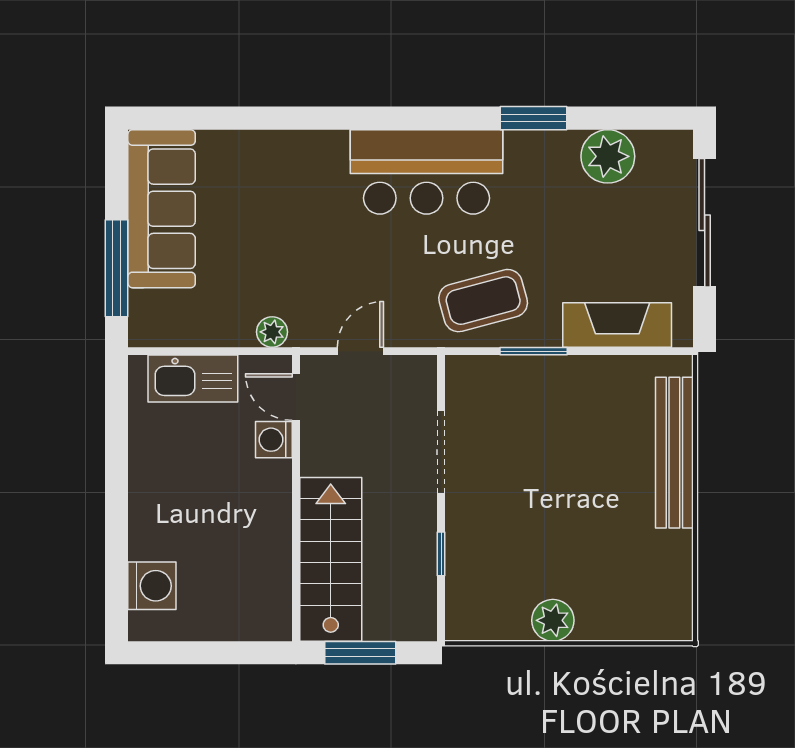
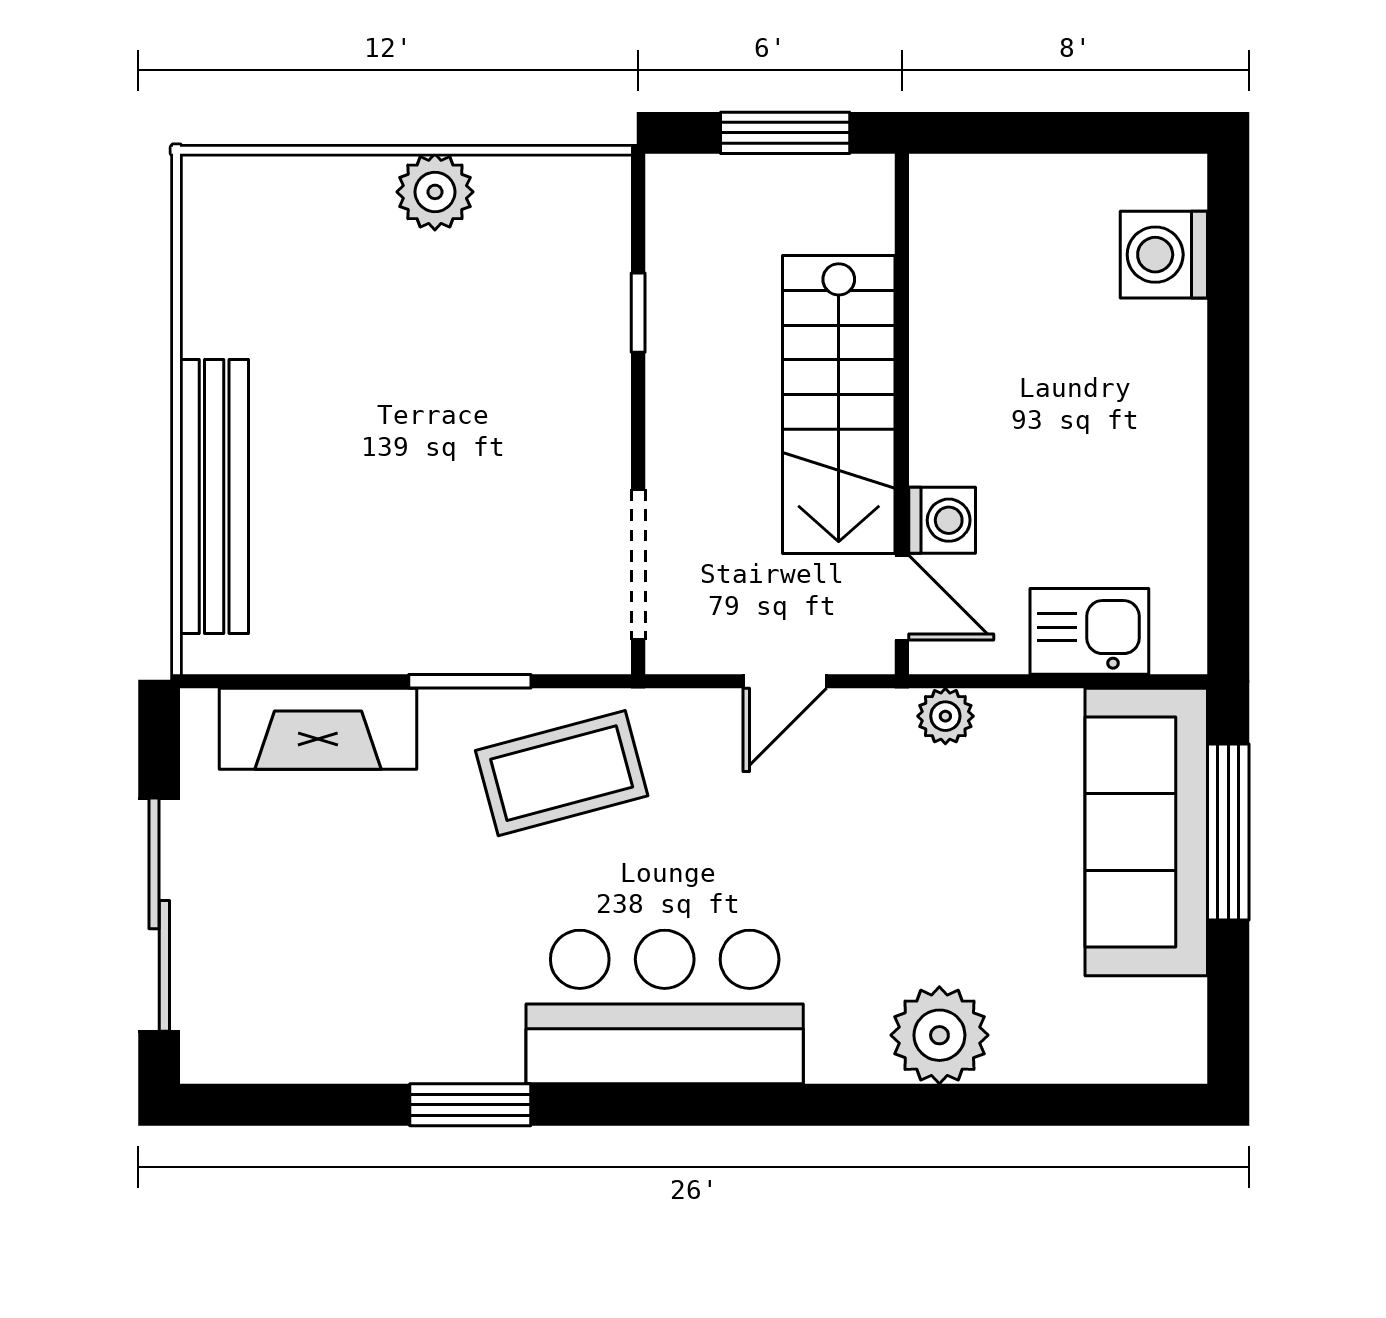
plant: (608, 156) -> (939, 1035), moved
sofa: (162, 209) -> (1146, 832), moved
kitchen sink: (193, 379) -> (1089, 631), width x0.73
doorway: (441, 452) -> (638, 564), moved
stairs: (331, 559) -> (839, 405), moved

